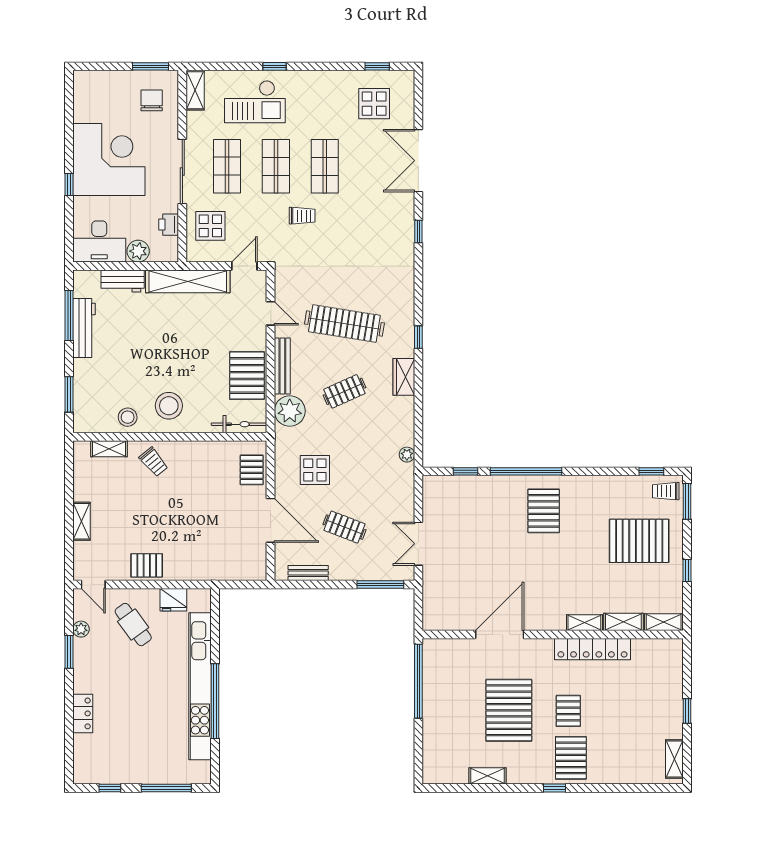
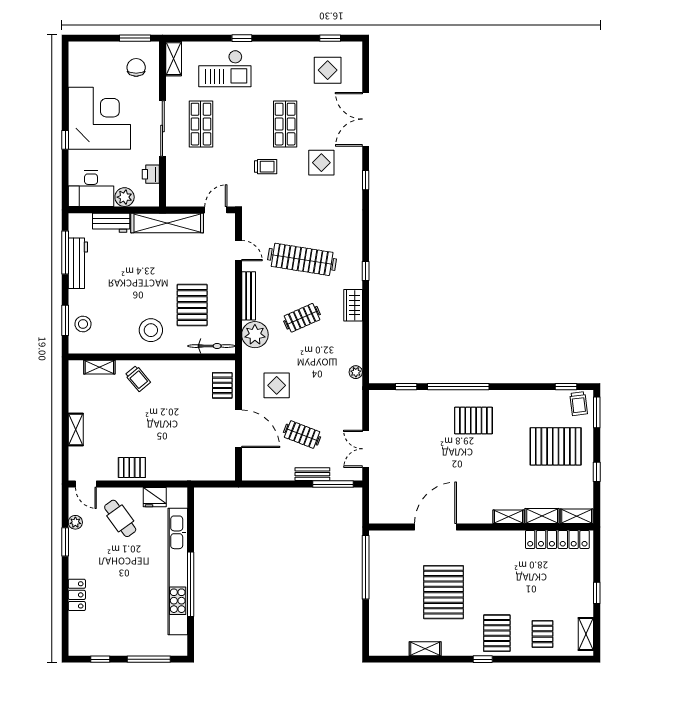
shop shelf: (276, 166) -> (243, 124), removed
display table: (210, 226) -> (321, 163), moved
pallet: (247, 376) -> (192, 305), moved
stool: (128, 417) -> (83, 324), moved
trolley: (666, 491) -> (579, 404), turned -97
pallet: (544, 511) -> (473, 421), turned 90
bench: (308, 573) -> (312, 474), moved
locker: (592, 649) -> (557, 539), moved
pallet: (568, 711) -> (542, 634), moved

